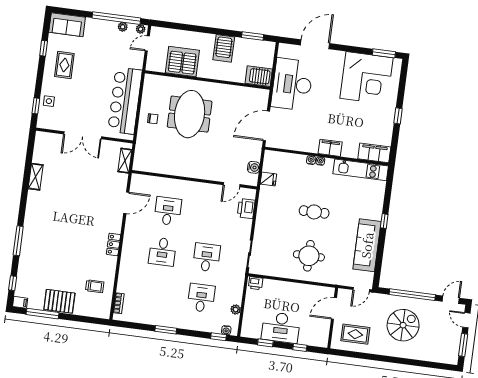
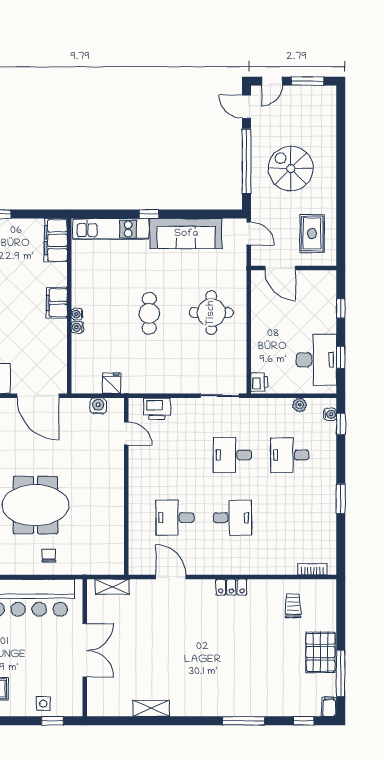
kitchen unit: (361, 170) -> (111, 229), moved, turned 90
desk: (281, 327) -> (316, 360), moved

